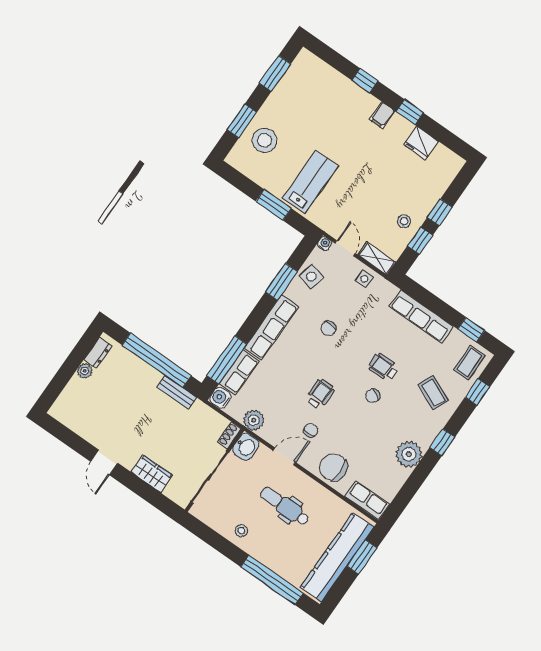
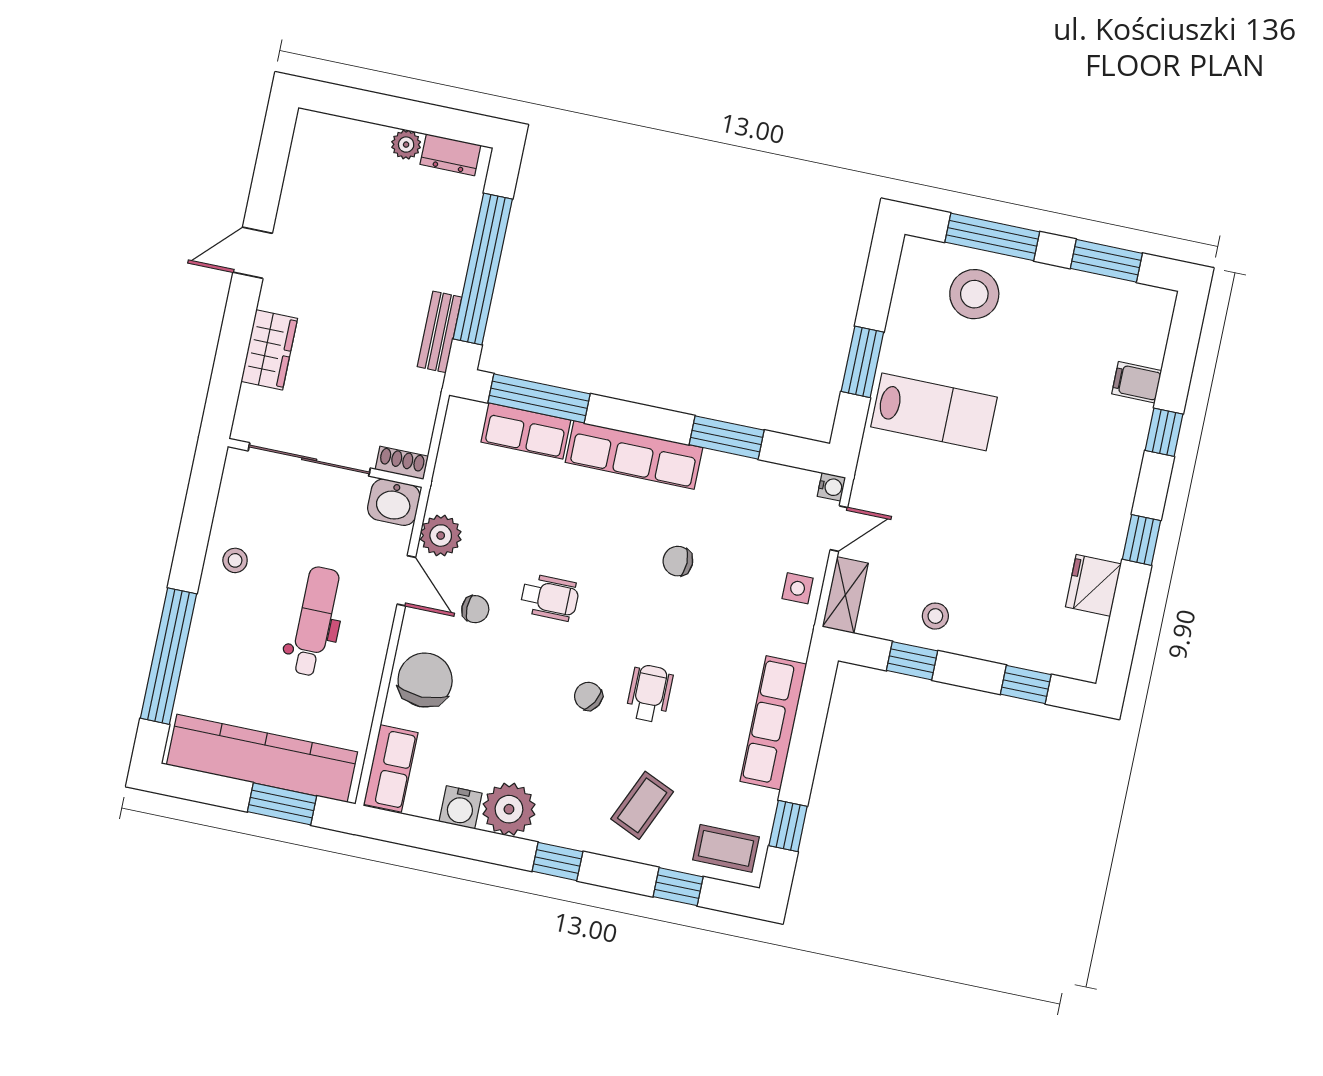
filing cabinet: (382, 115) -> (1137, 382), moved
window: (242, 121) -> (992, 237), width x1.44
window: (440, 212) -> (1026, 684), moved
side table: (311, 277) -> (760, 489), removed
water cooler: (220, 398) -> (461, 807), moved, turned 180
plant: (254, 420) -> (441, 536), moved

